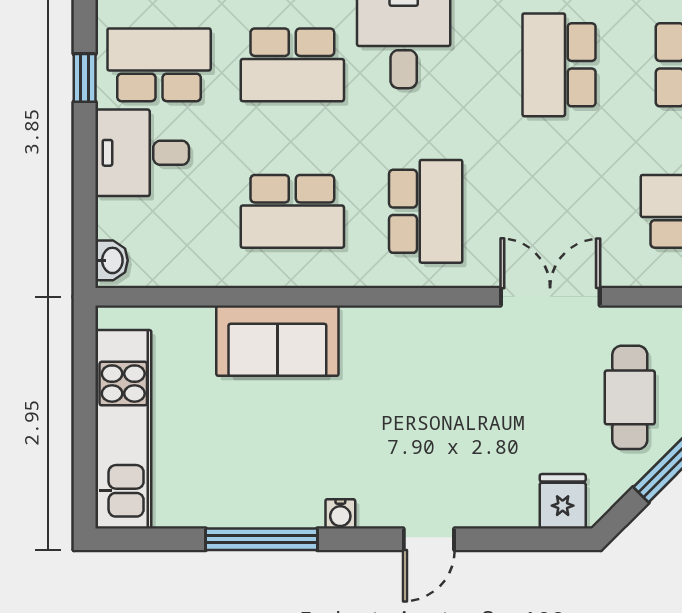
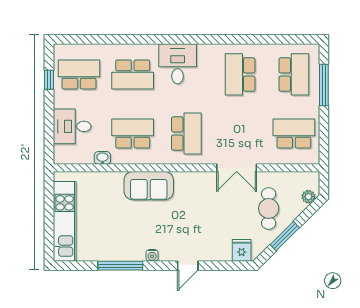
desk: (142, 153) -> (72, 126), moved
school desk: (292, 211) -> (133, 134), turned 180
washbasin: (111, 260) -> (102, 158), moved, turned -90
double door: (550, 297) -> (237, 168), swing flipped
sofa: (277, 341) -> (149, 186), moved

